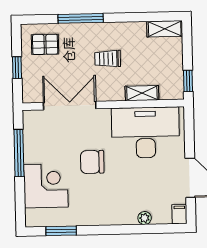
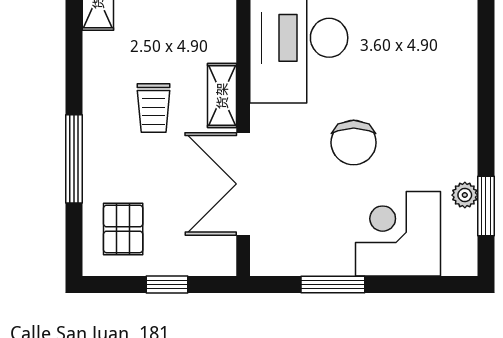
shelving: (142, 93) -> (222, 96), moved
window: (19, 153) -> (333, 285), width x0.69
plant: (145, 218) -> (465, 195), moved

